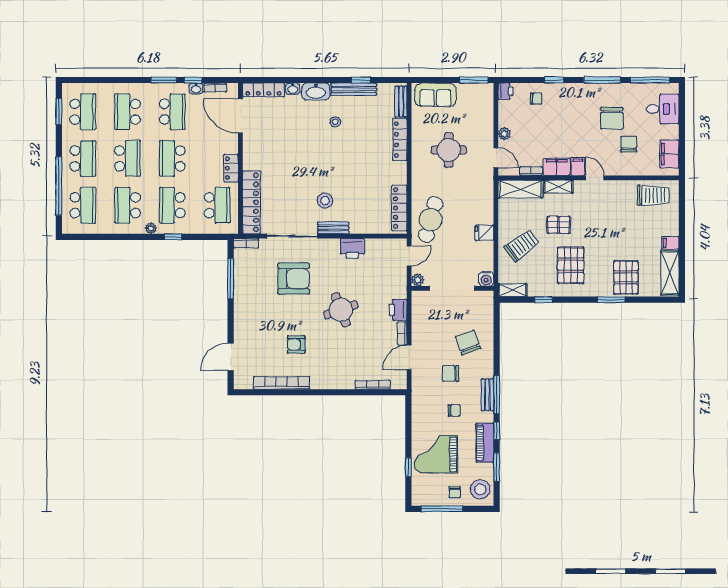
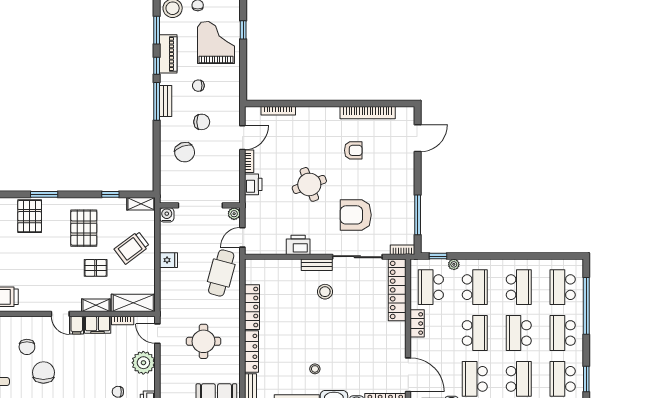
plant: (504, 134) -> (143, 363), width x1.87, depth x1.87
locker: (399, 208) -> (252, 307), moved
plant: (151, 228) -> (454, 264), moved
window: (173, 237) -> (438, 256), moved
grand piano: (436, 454) -> (216, 42), turned -90

